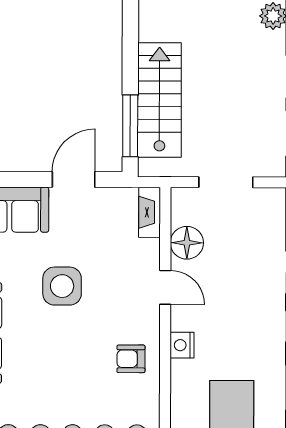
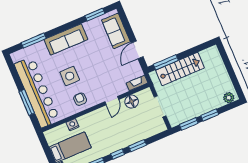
door: (74, 179) -> (137, 50), swing flipped
side table: (62, 286) -> (70, 76), moved
nightstand: (182, 345) -> (72, 125), moved

